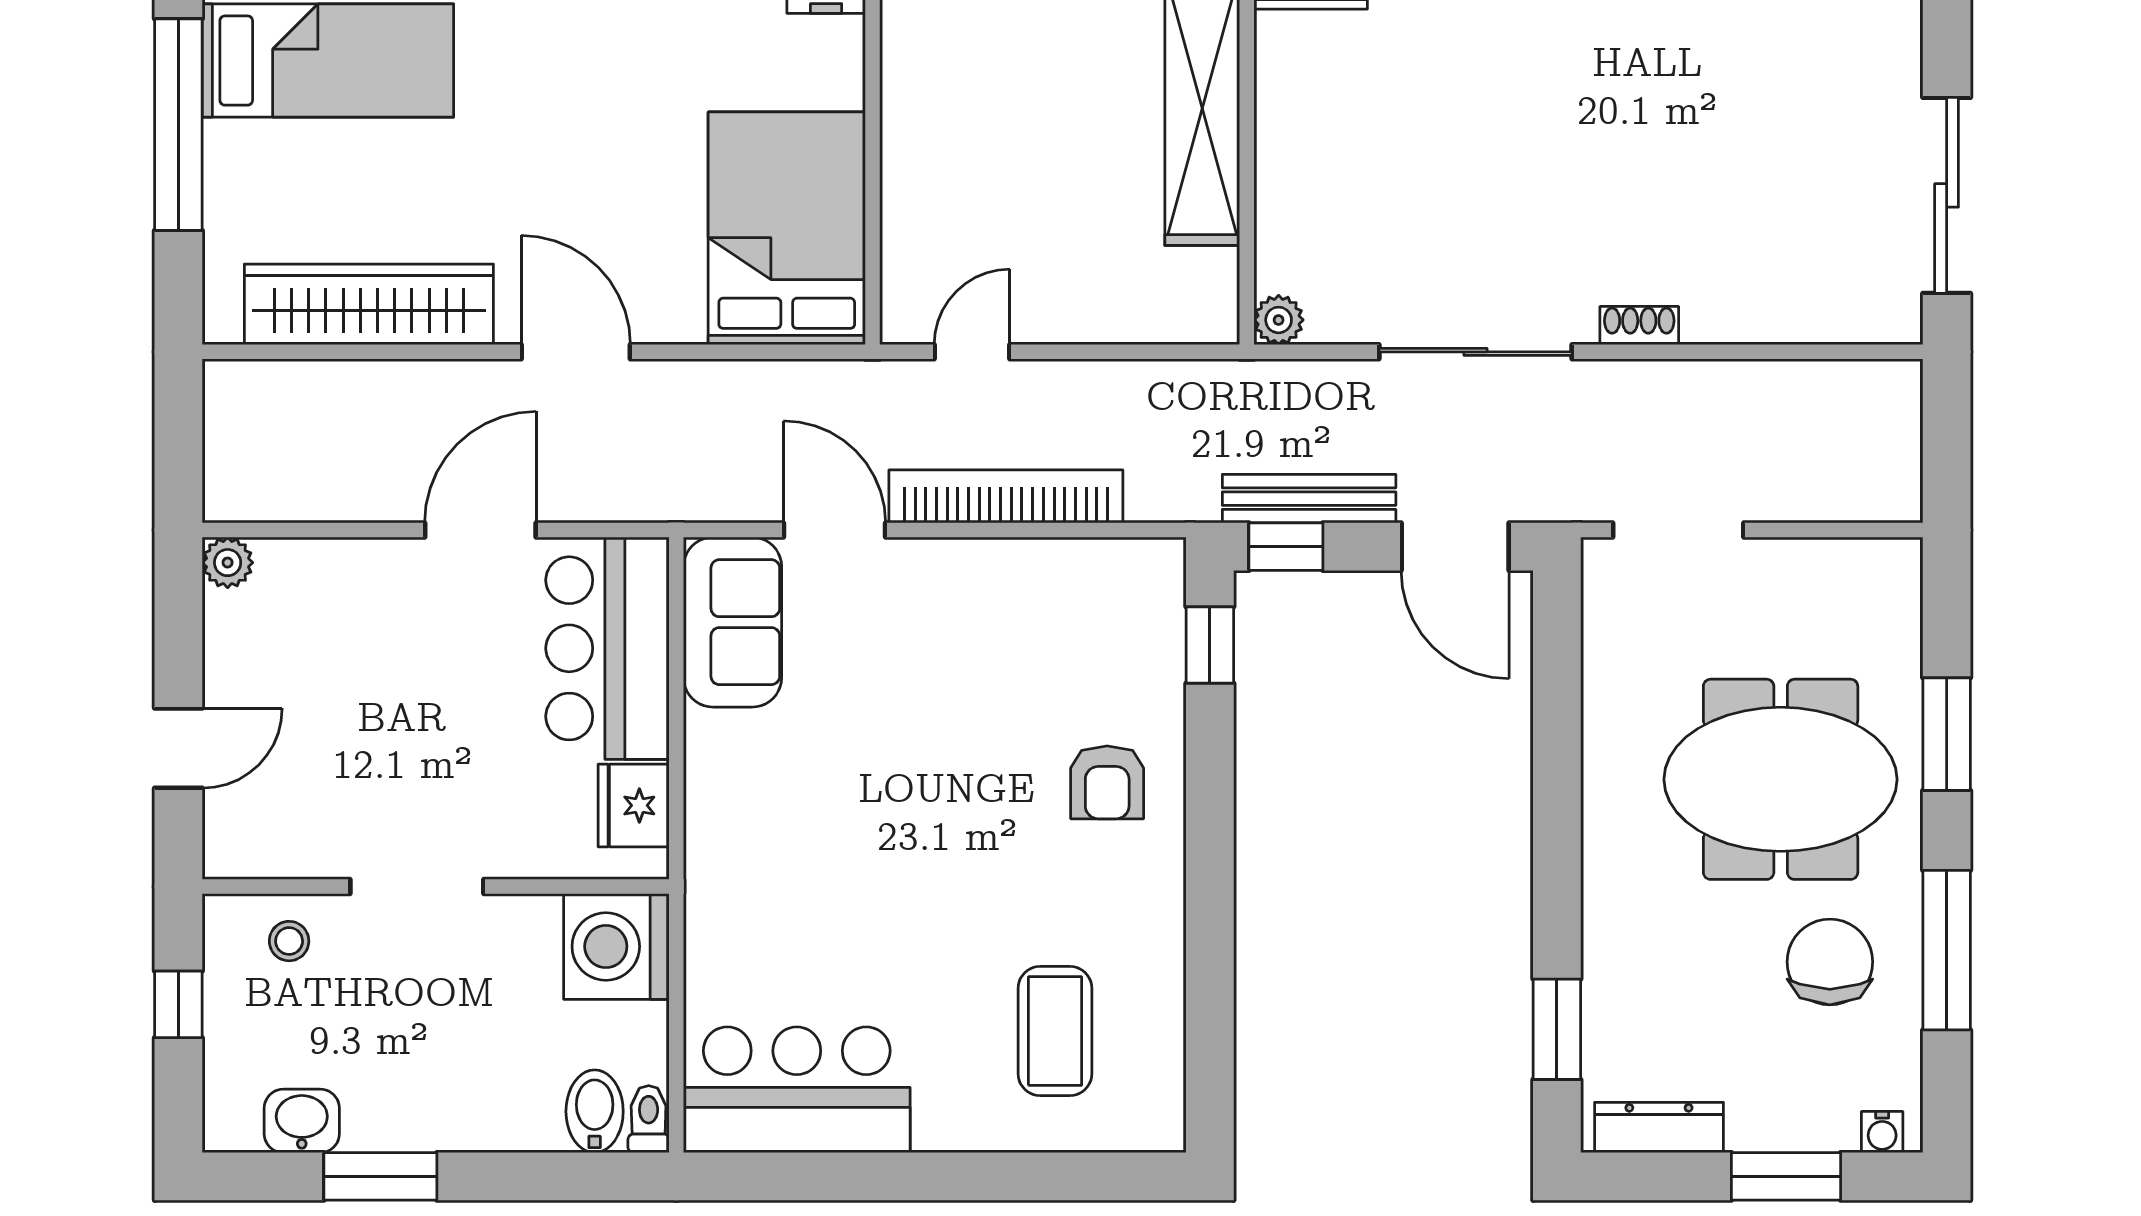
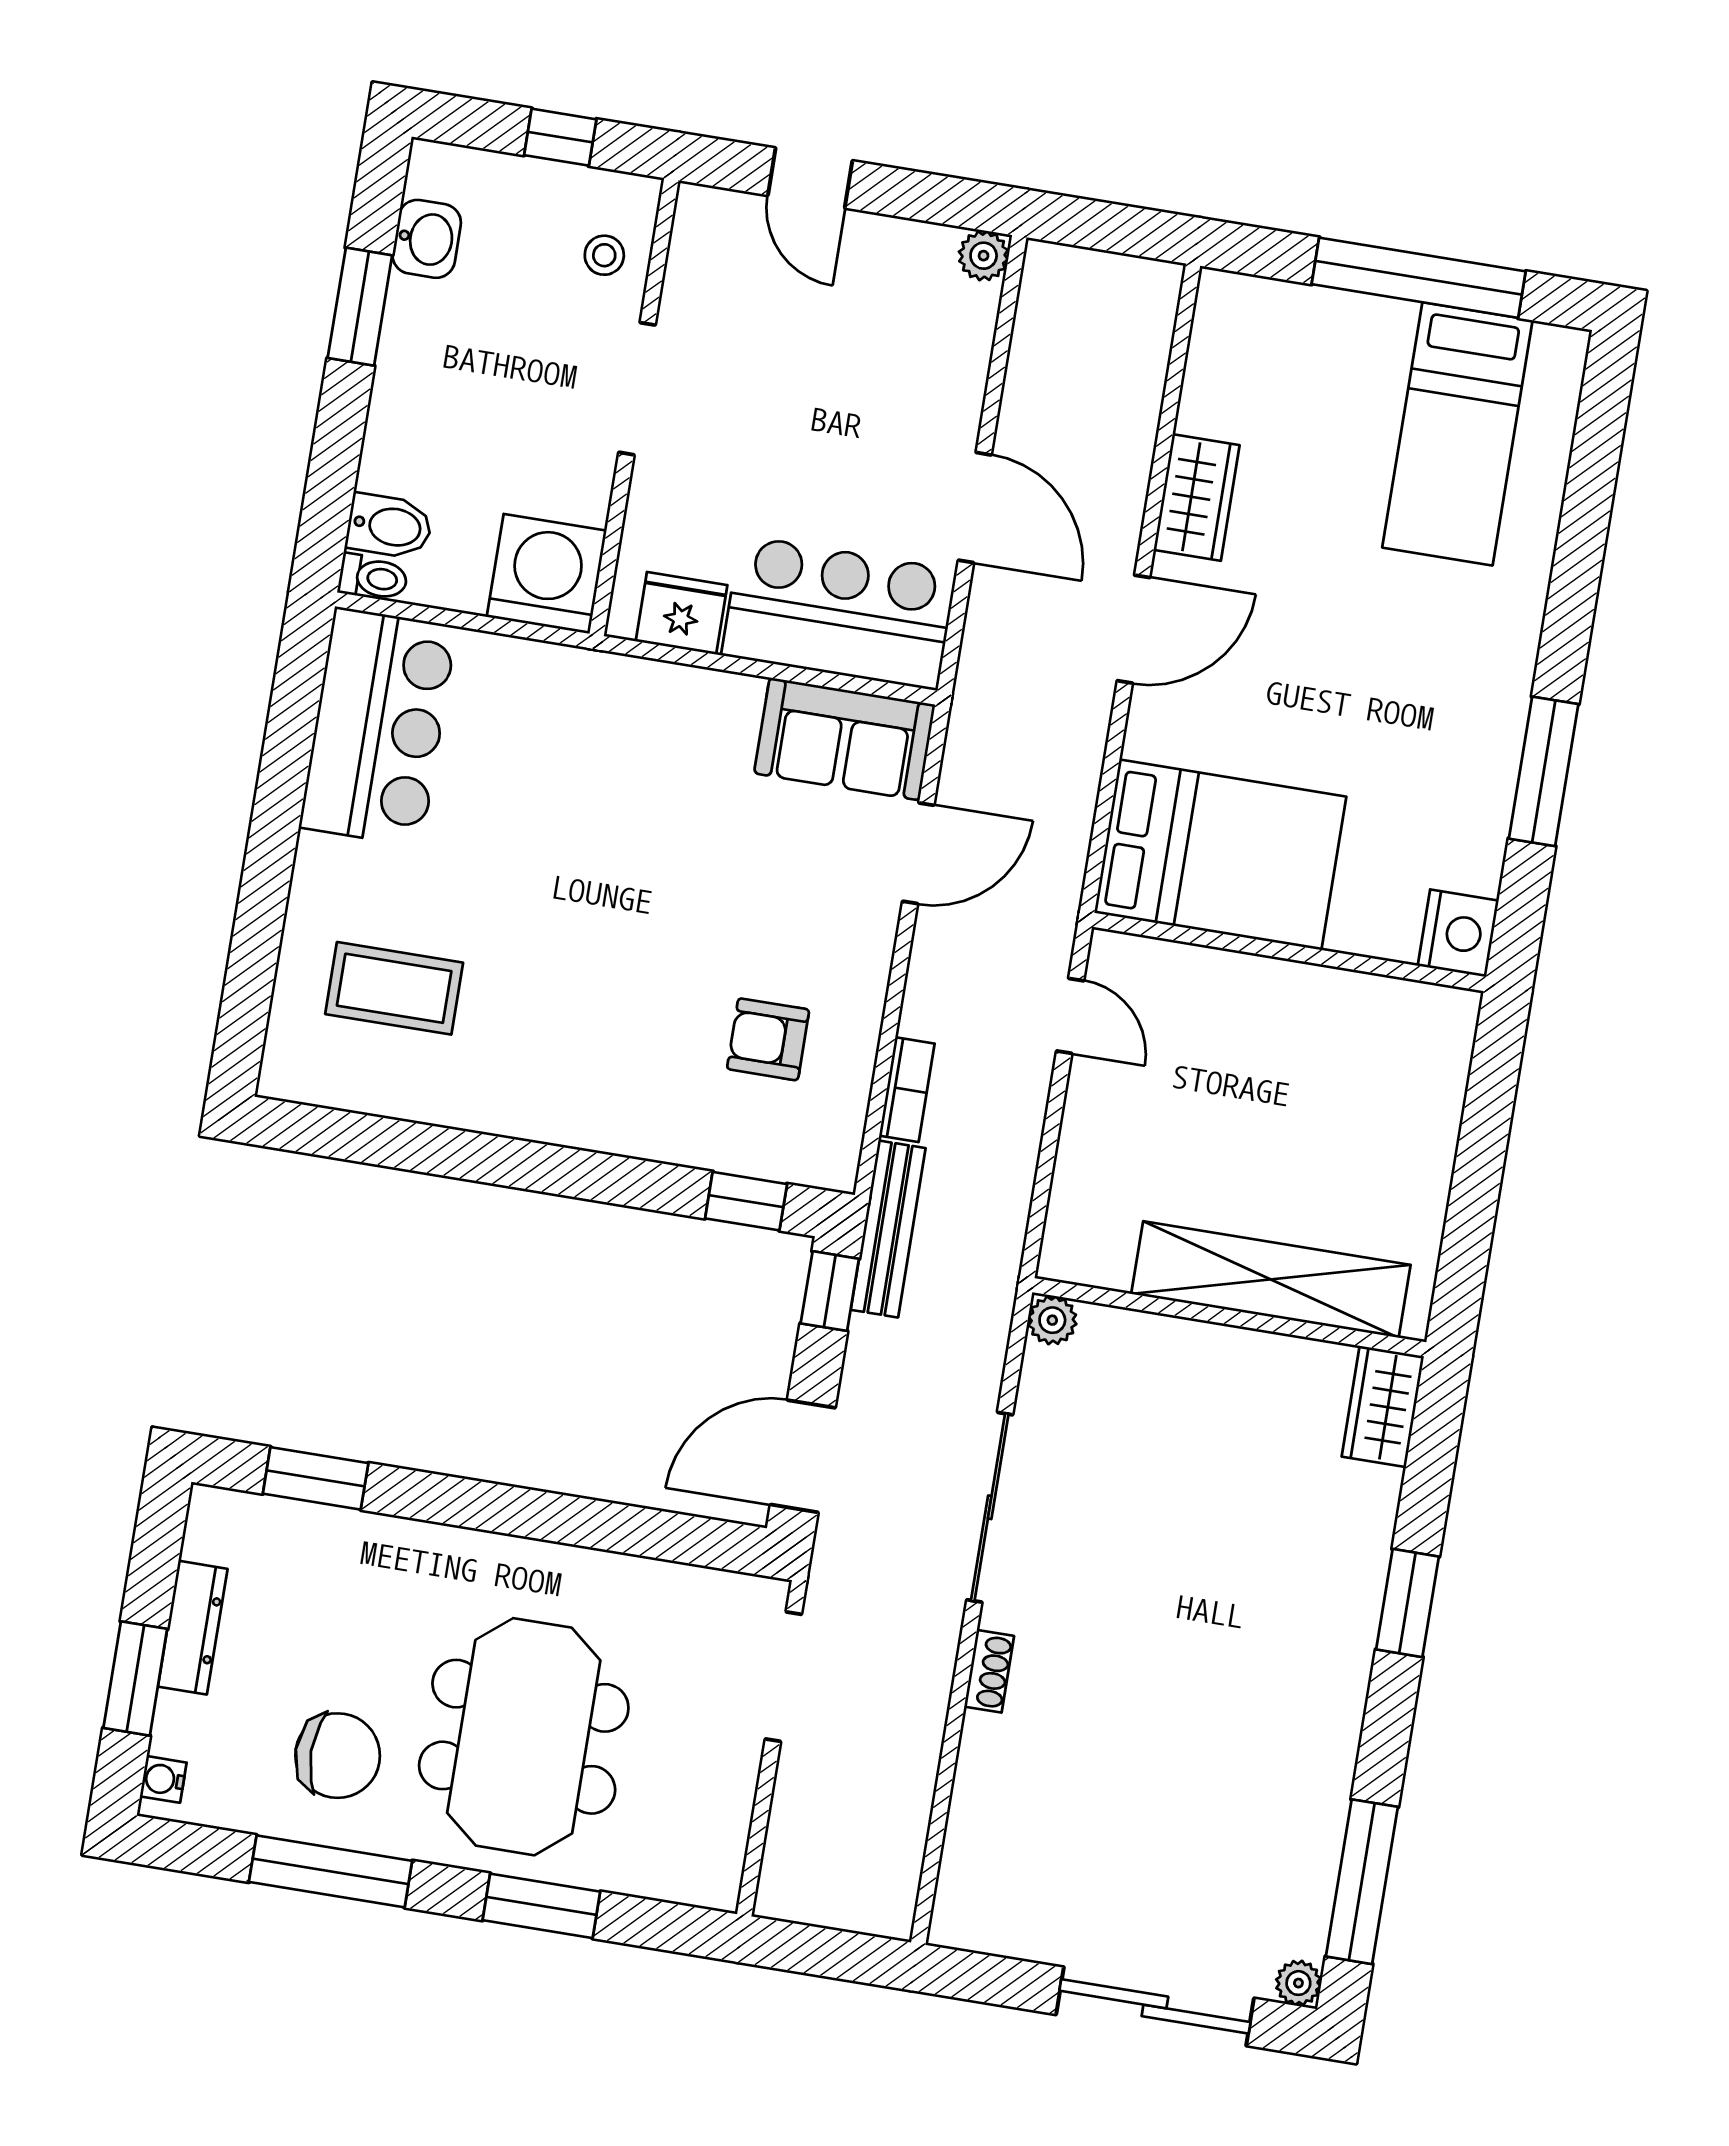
sliding door: (1947, 195) -> (1155, 2006), moved
wardrobe: (369, 304) -> (1197, 498), width x0.48, depth x0.85
bookcase: (1006, 496) -> (907, 1090), width x0.43, depth x0.76
bench: (1309, 499) -> (888, 1229), moved
armchair: (1107, 782) -> (768, 1039), moved
dresser: (1659, 1128) -> (193, 1628), moved

